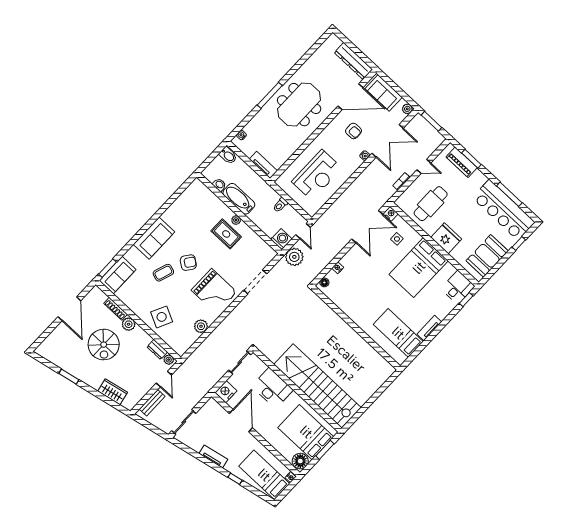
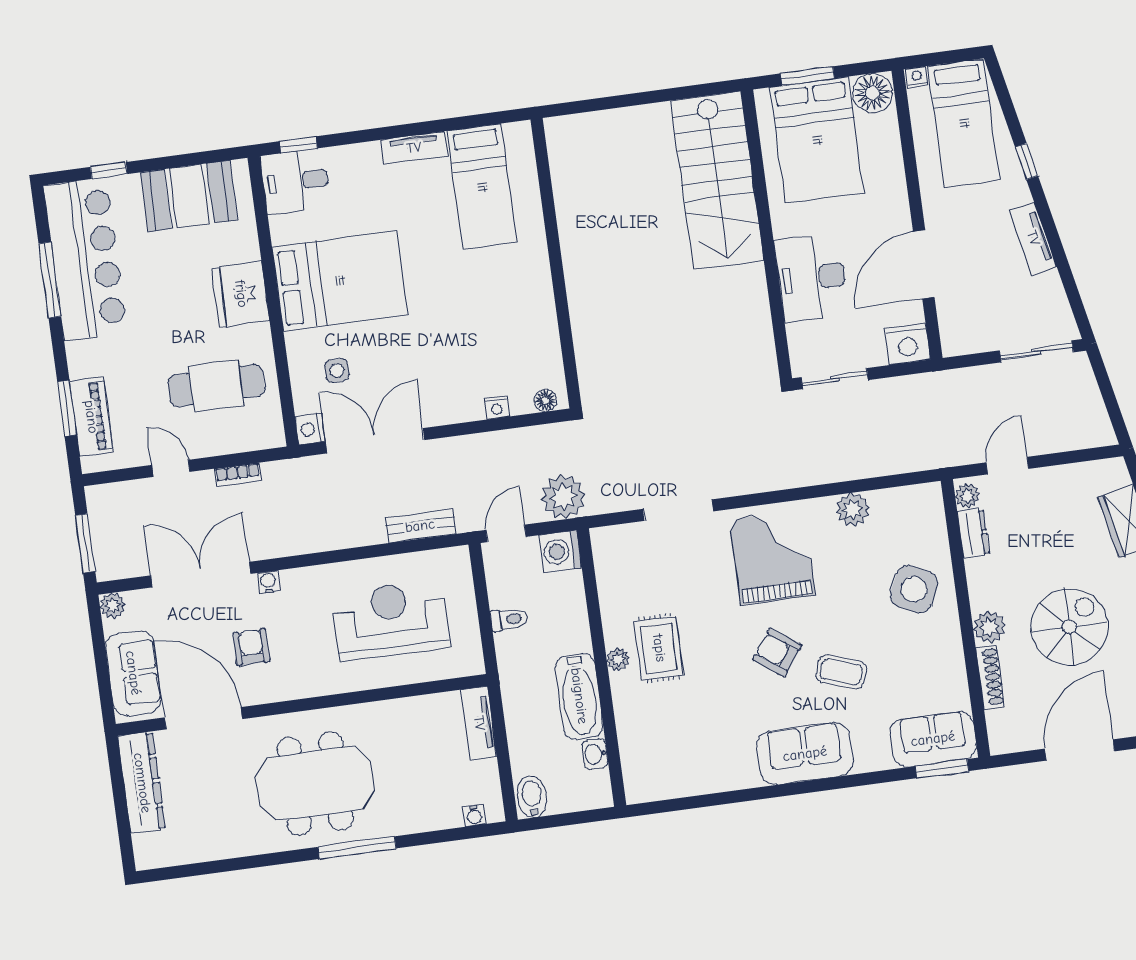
stairs: (317, 386) -> (717, 180), width x0.73
bench: (152, 403) -> (420, 526), moved

